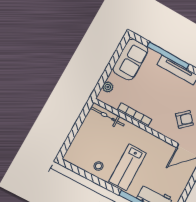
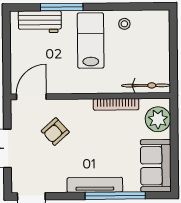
plant: (108, 87) -> (158, 119), width x1.88, depth x1.88

